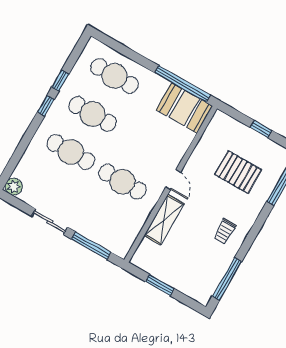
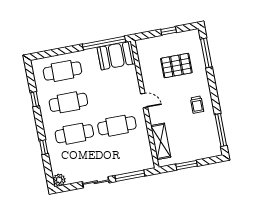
window: (46, 106) -> (44, 147), moved
shelving: (164, 220) -> (161, 141), moved

